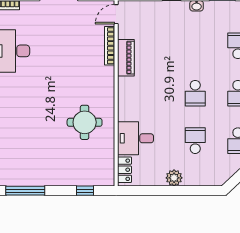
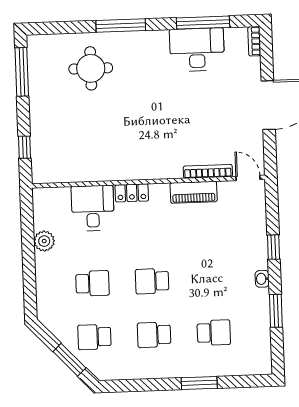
round table: (85, 122) -> (91, 68), moved
locker: (125, 170) -> (132, 193), moved
plant: (174, 178) -> (44, 241), moved

